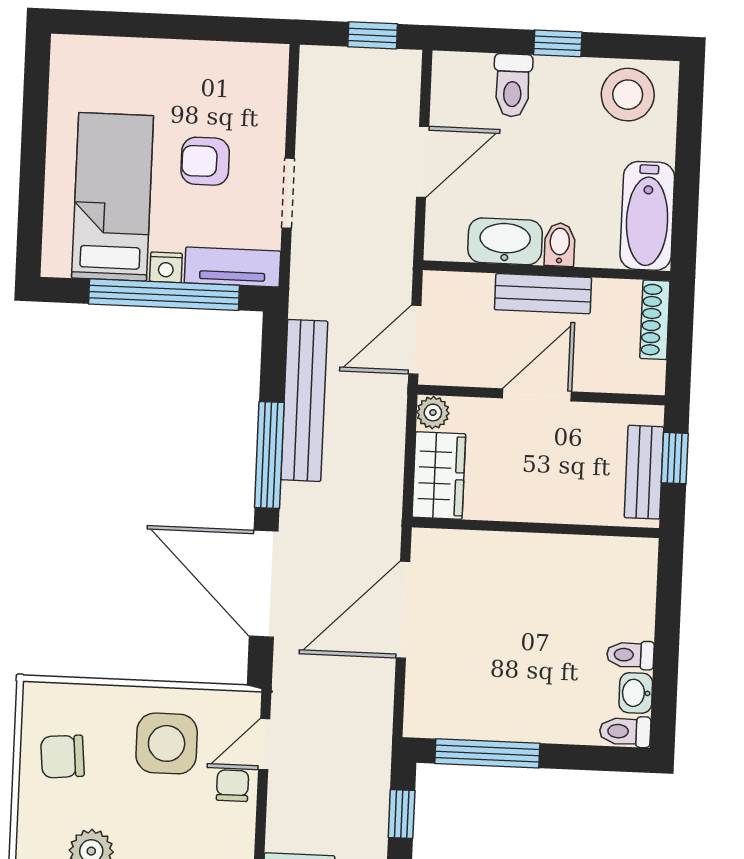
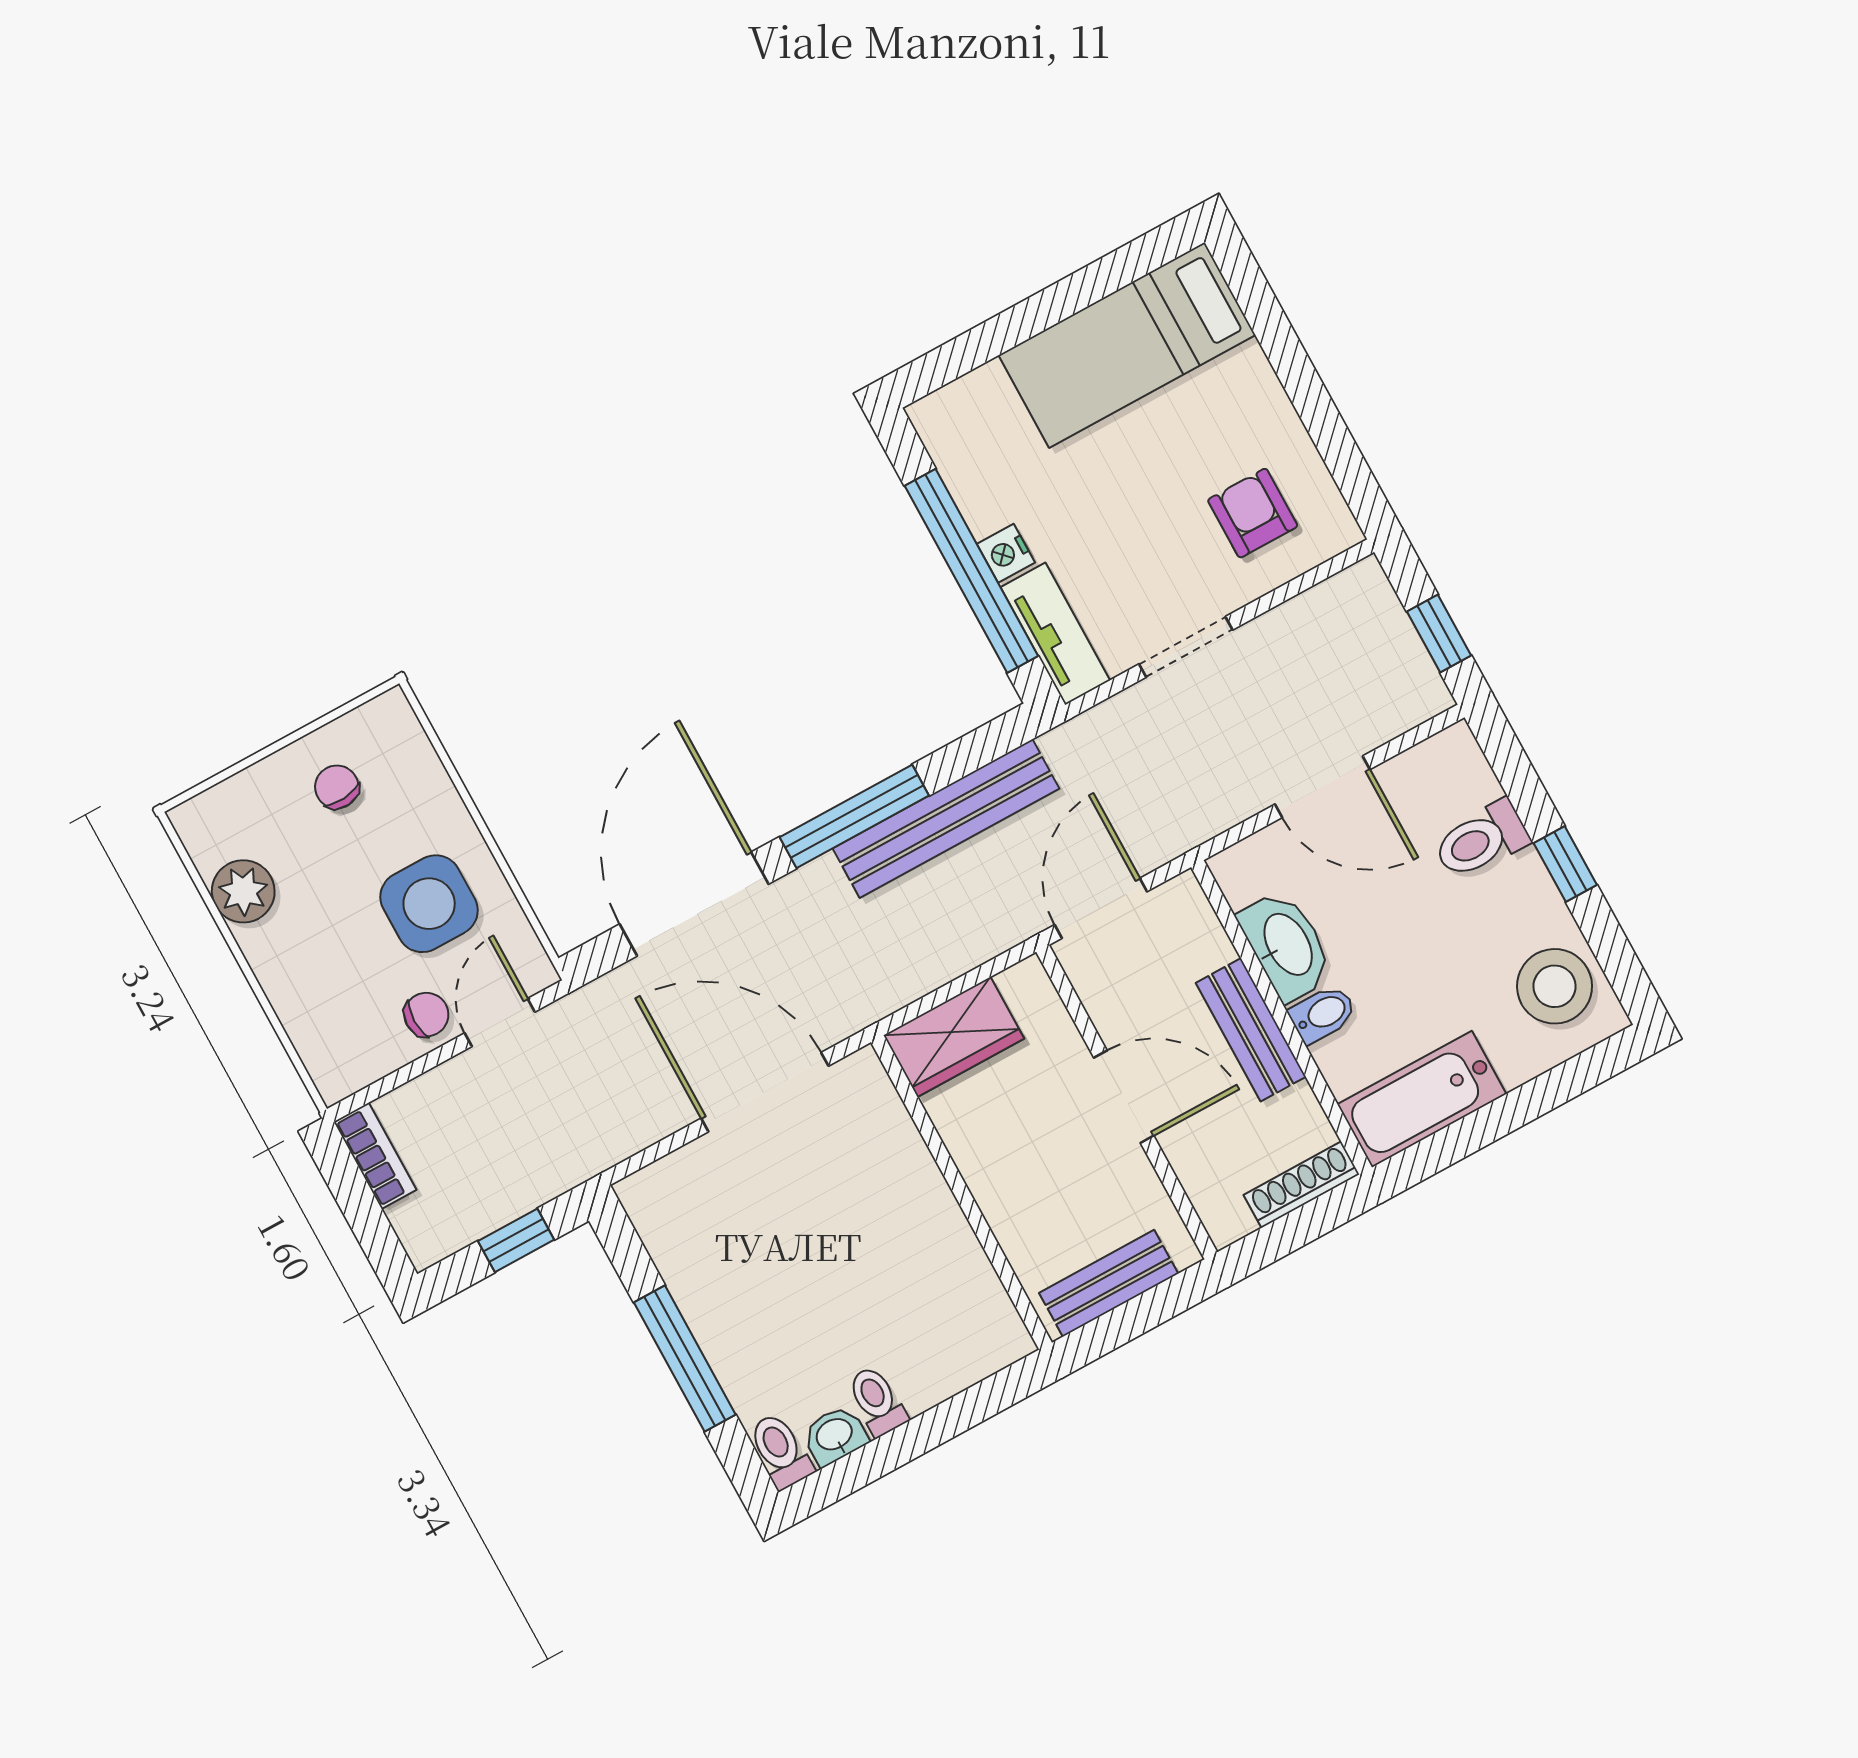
armchair: (205, 161) -> (1253, 513), moved
bed: (113, 197) -> (1127, 345), moved, turned 180
door: (415, 340) -> (1101, 908), hinge flipped
plant: (433, 413) -> (1026, 984), removed
window: (675, 458) -> (1148, 1310), removed
door: (264, 744) -> (500, 1023), hinge flipped
window: (487, 753) -> (685, 1359), moved
chair: (62, 757) -> (337, 787), width x0.73, depth x0.73

